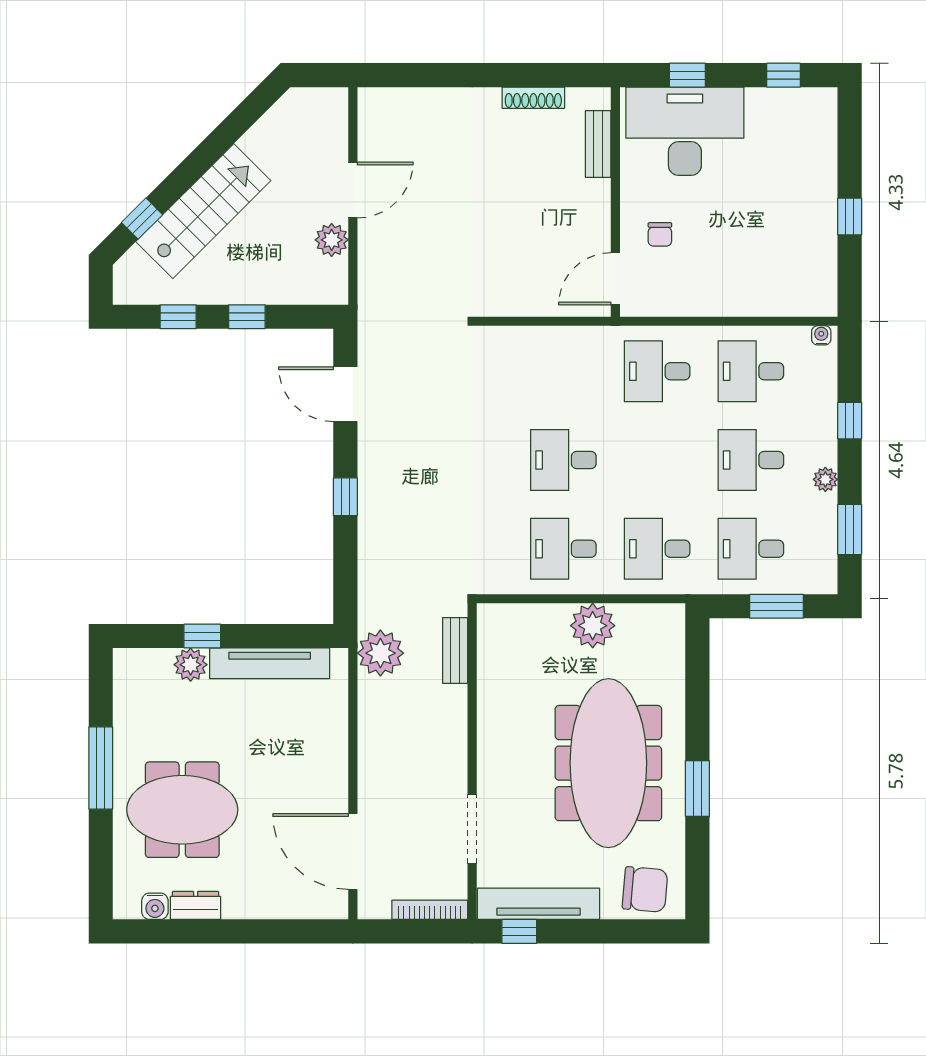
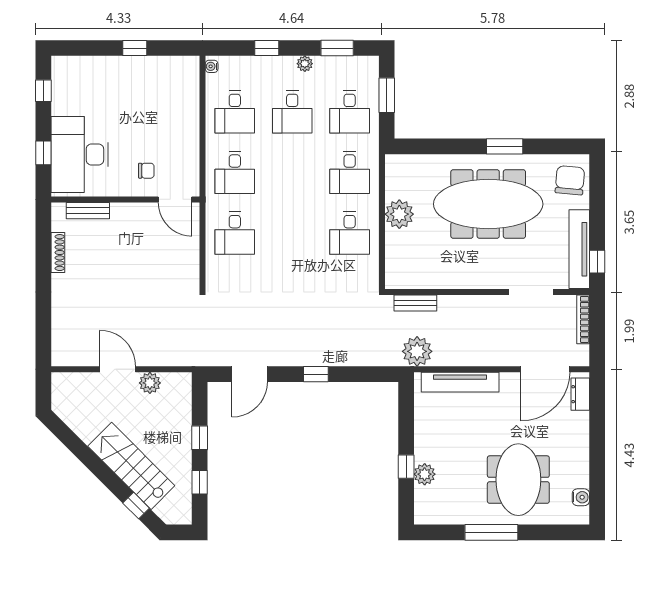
desk: (563, 460) -> (235, 233), moved
tv unit: (270, 663) -> (460, 382), moved, turned 90
dresser: (196, 905) -> (580, 394), moved

